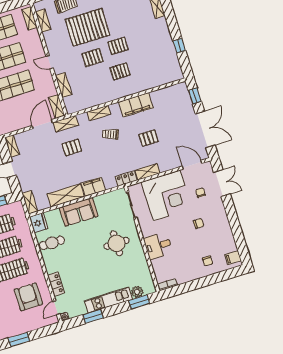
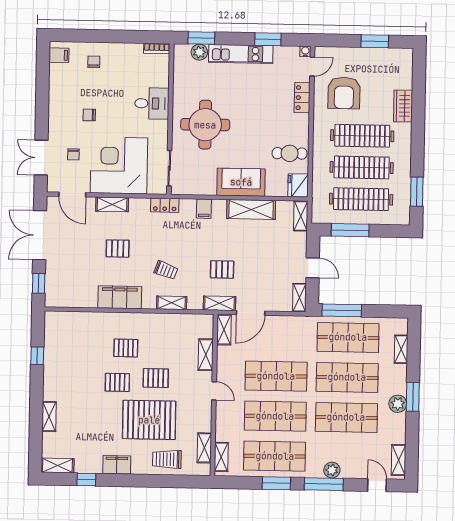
shelving: (148, 172) -> (112, 204), moved
filing cabinet: (93, 187) -> (204, 209), width x0.50
round table: (117, 243) -> (205, 125), width x1.36, depth x1.36

